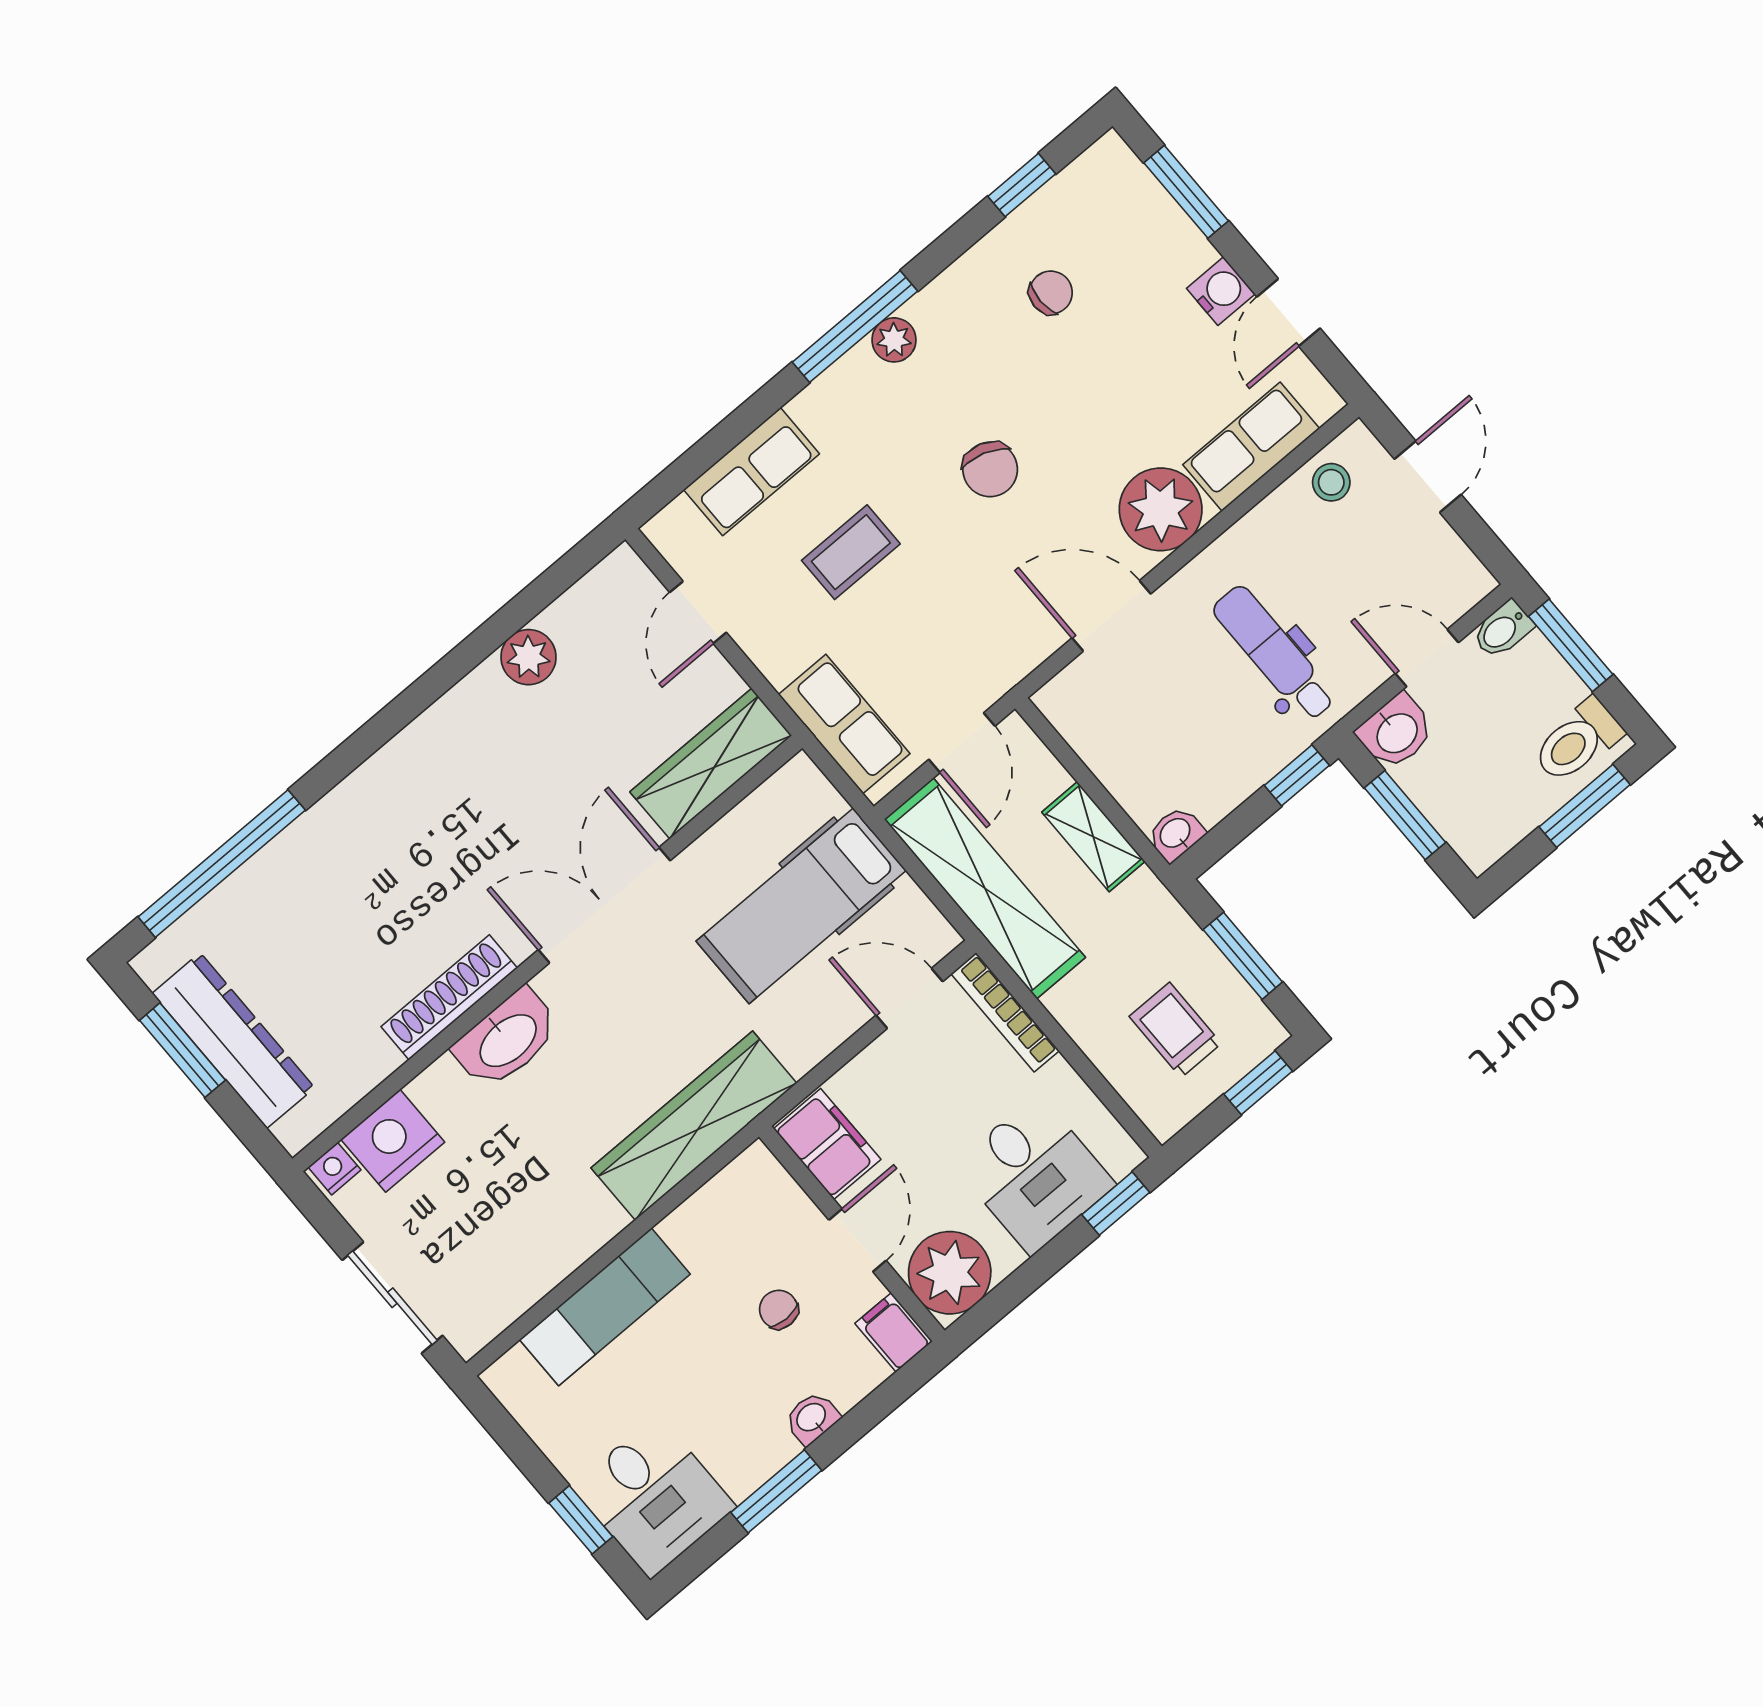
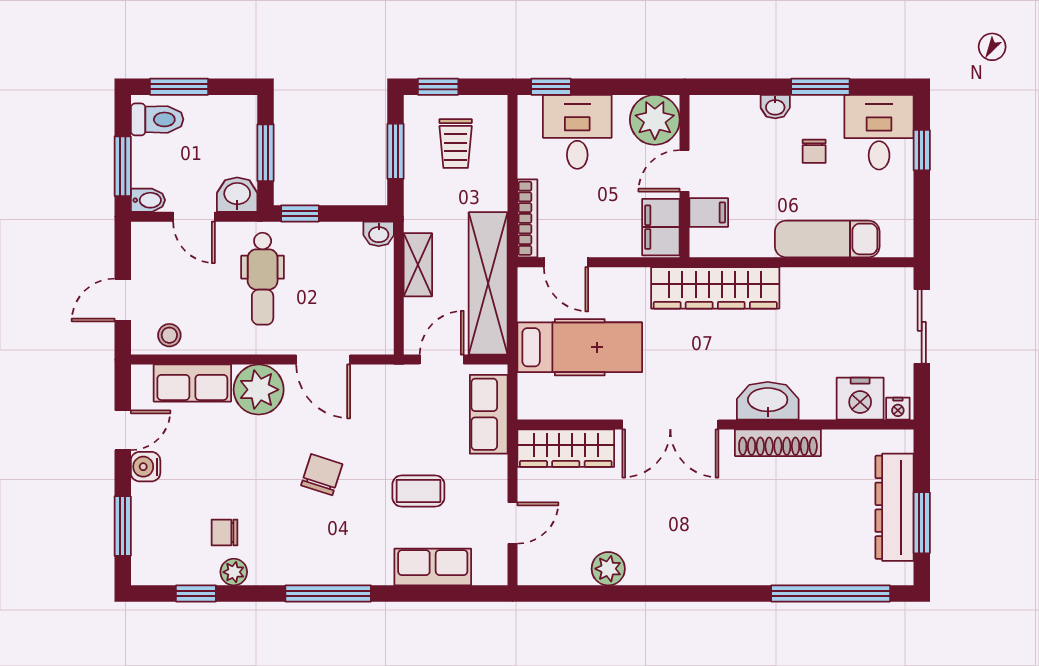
plant: (894, 340) -> (234, 572), moved
chair: (779, 1309) -> (814, 151), moved
filing cabinet: (894, 1332) -> (709, 212), moved, turned -90

